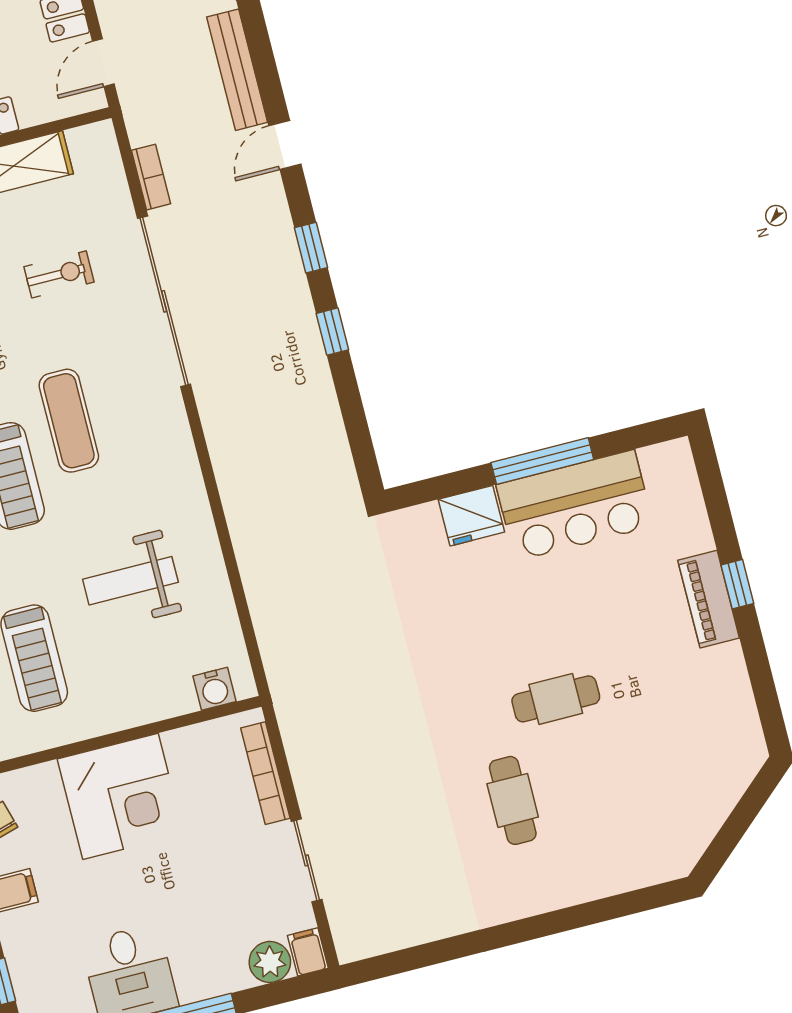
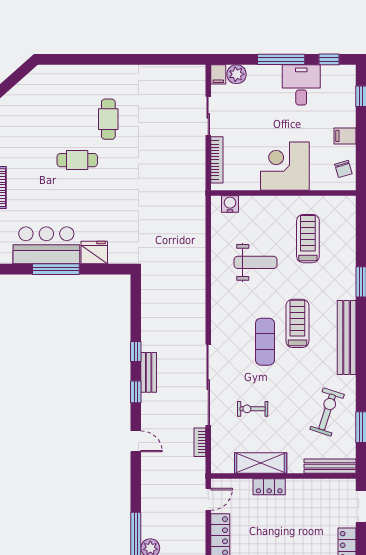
bench: (237, 70) -> (149, 372), moved, width x0.73
door: (285, 145) -> (136, 441), hinge flipped

